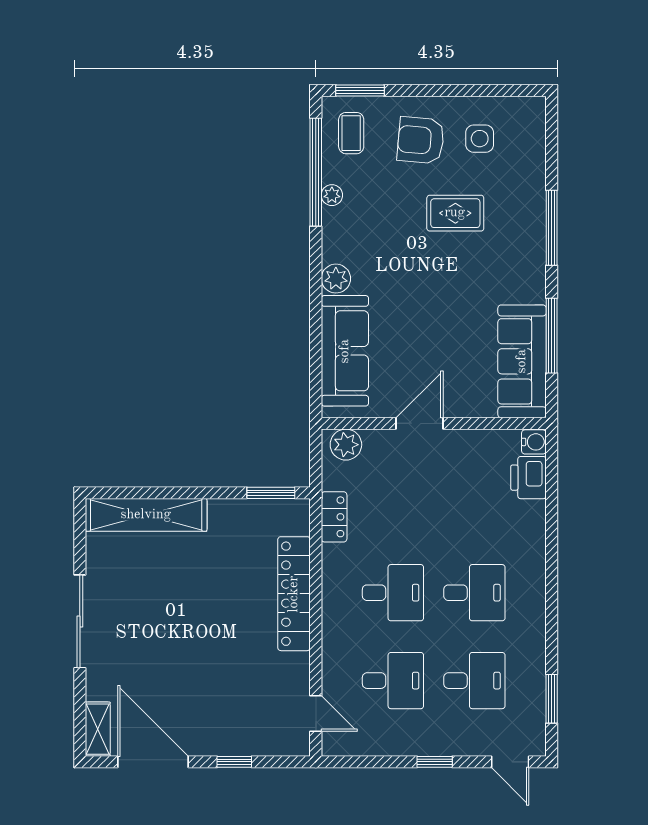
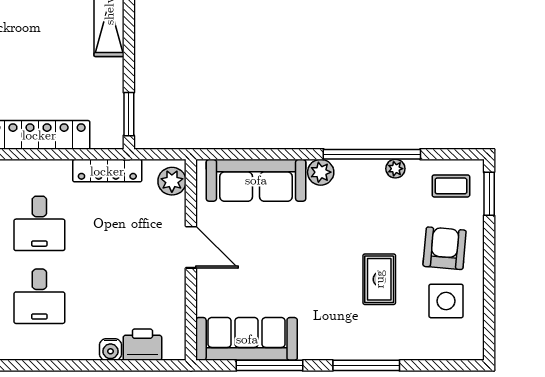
side table: (480, 139) -> (446, 301), width x1.37, depth x1.37
window: (316, 172) -> (372, 154), moved
water cooler: (534, 442) -> (111, 350), moved
locker: (334, 517) -> (107, 171), width x1.53

